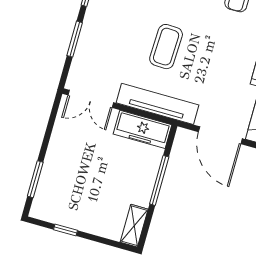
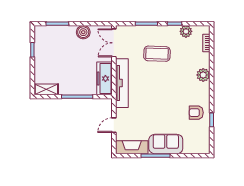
coffee table: (166, 47) -> (157, 54), moved
door: (220, 135) -> (114, 125), width x0.53
boiler: (60, 142) -> (83, 32), added

